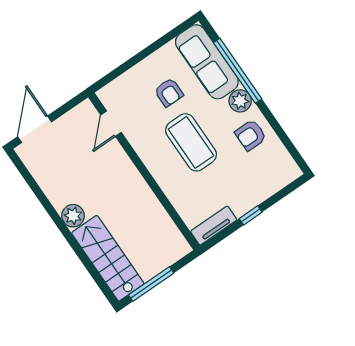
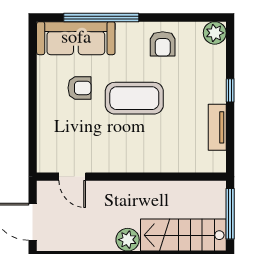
plant: (240, 101) -> (215, 33), moved
door: (111, 124) -> (72, 177), moved
wall: (144, 171) -> (131, 177), moved

